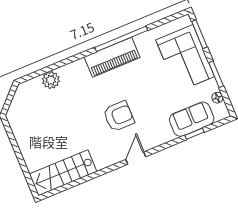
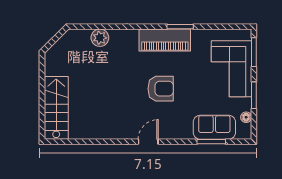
window: (121, 39) -> (180, 27), width x0.47
armchair: (119, 116) -> (161, 89), moved
window: (194, 134) -> (211, 142), width x1.50
stairs: (63, 173) -> (56, 108), moved, turned 90

